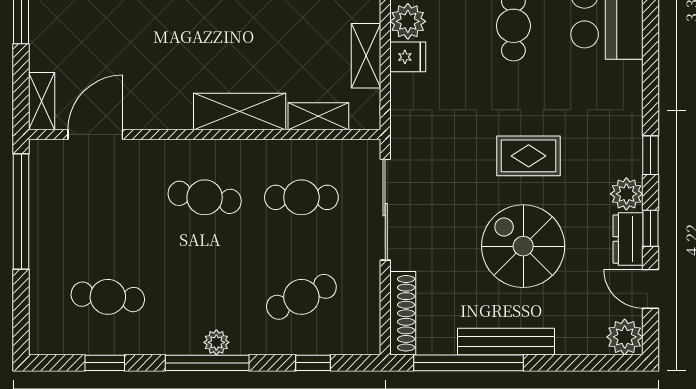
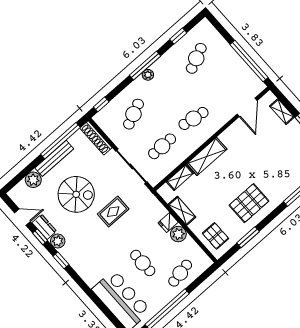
shelving: (42, 101) -> (282, 112), moved
rug: (529, 156) -> (113, 212), moved
cafe table: (108, 297) -> (196, 58), turned -30
plant: (625, 337) -> (33, 180), moved
window: (313, 363) -> (101, 104), moved

